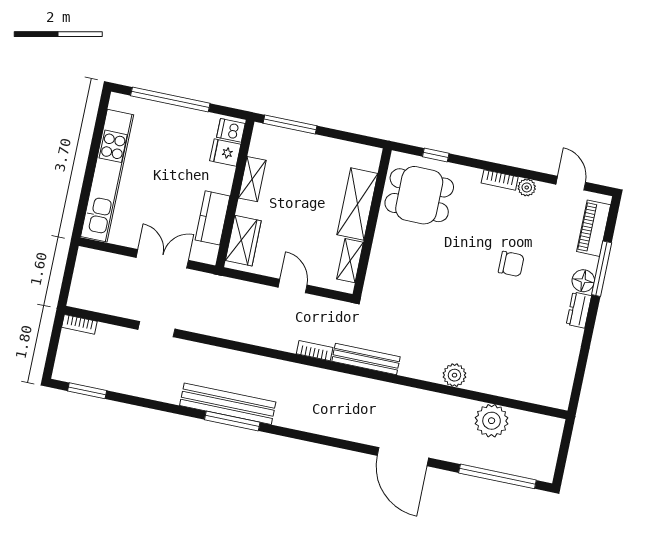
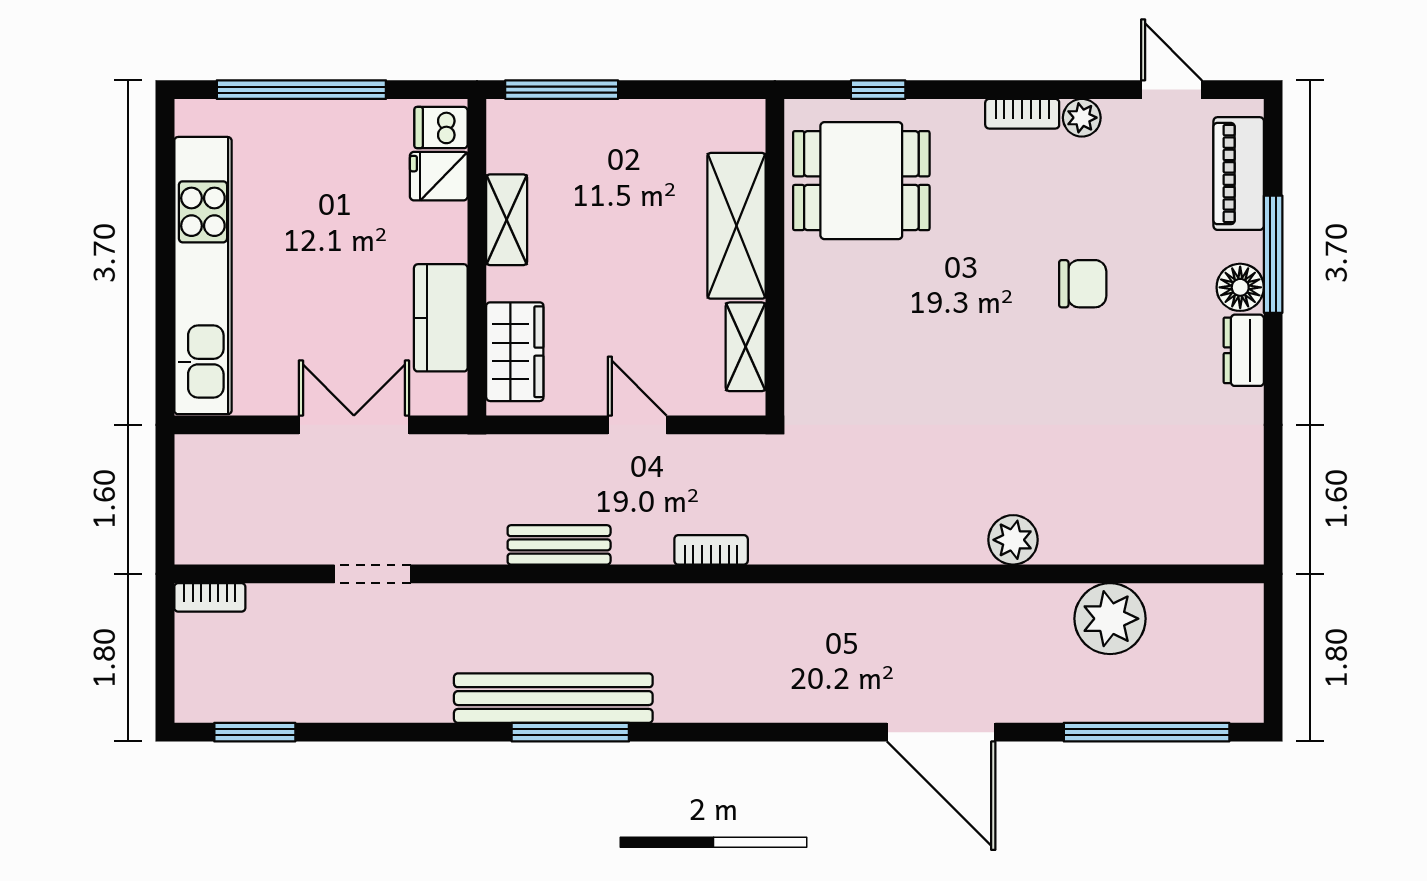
bench: (366, 359) -> (559, 545), moved, width x0.73

